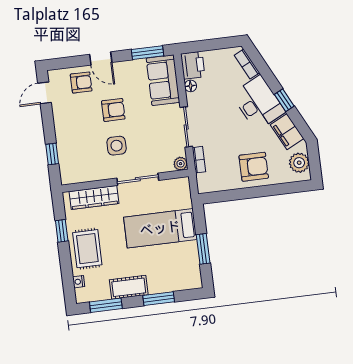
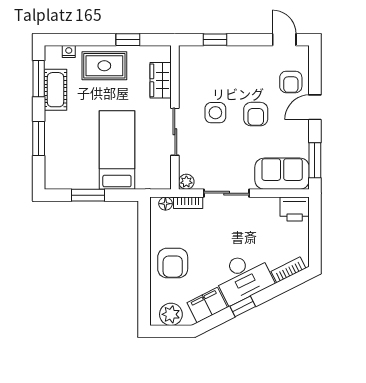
floor lamp: (191, 86) -> (165, 204), moved
wardrobe: (94, 197) -> (161, 80), width x0.67
cot: (129, 287) -> (55, 90), moved

